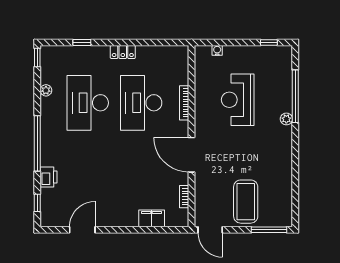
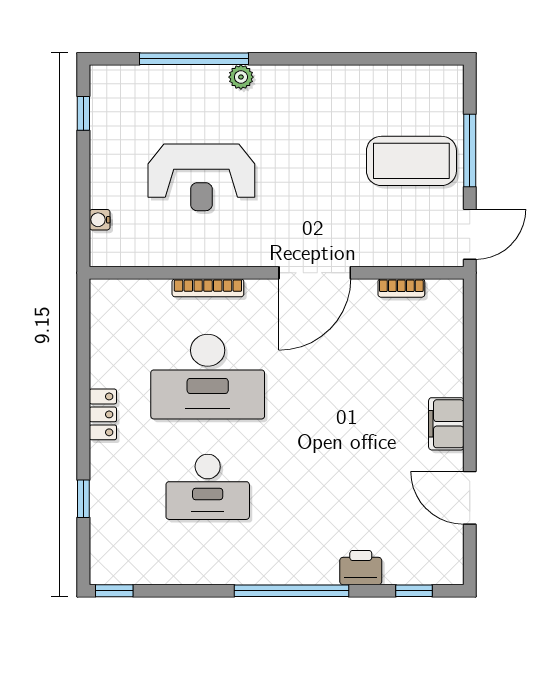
plant: (46, 90) -> (182, 573), removed
desk: (88, 103) -> (208, 487), width x0.73, depth x0.77
filing cabinet: (152, 218) -> (446, 424), moved
window: (269, 230) -> (470, 151), moved

